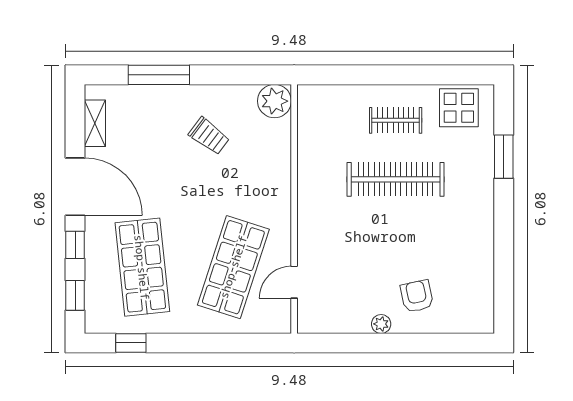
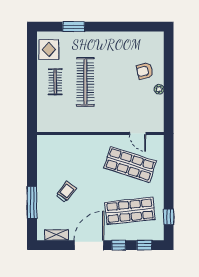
plant: (274, 101) -> (45, 143), removed
trolley: (209, 136) -> (66, 192), moved

